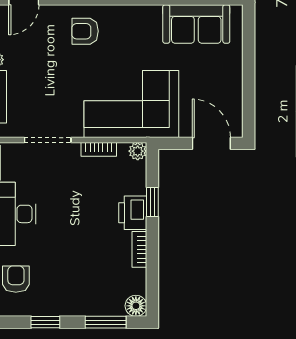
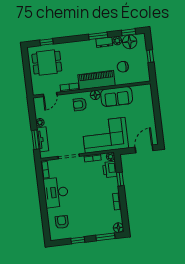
floor lamp: (121, 15) -> (95, 95), added
sofa: (196, 24) -> (117, 97), moved
door: (211, 143) -> (144, 149), hinge flipped
printer: (133, 213) -> (110, 170), moved

